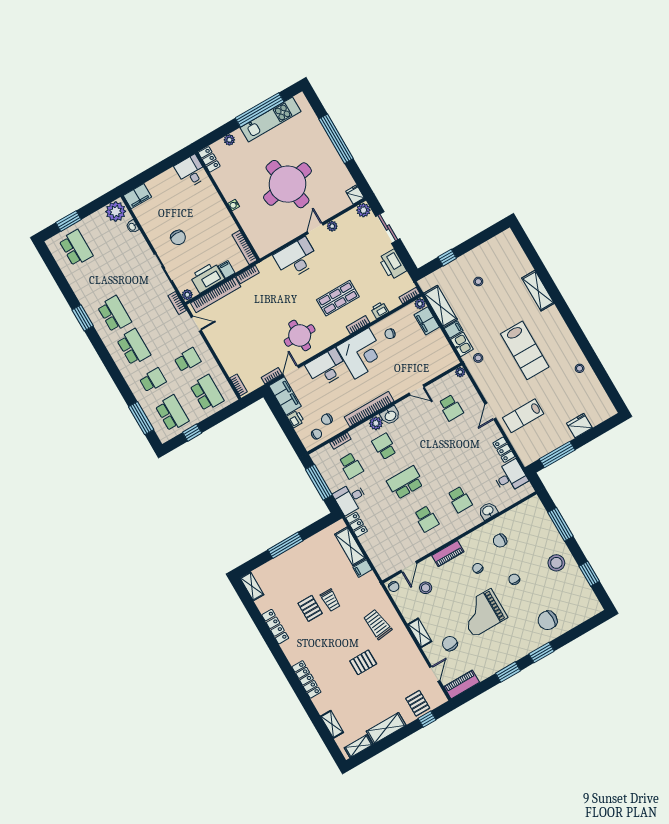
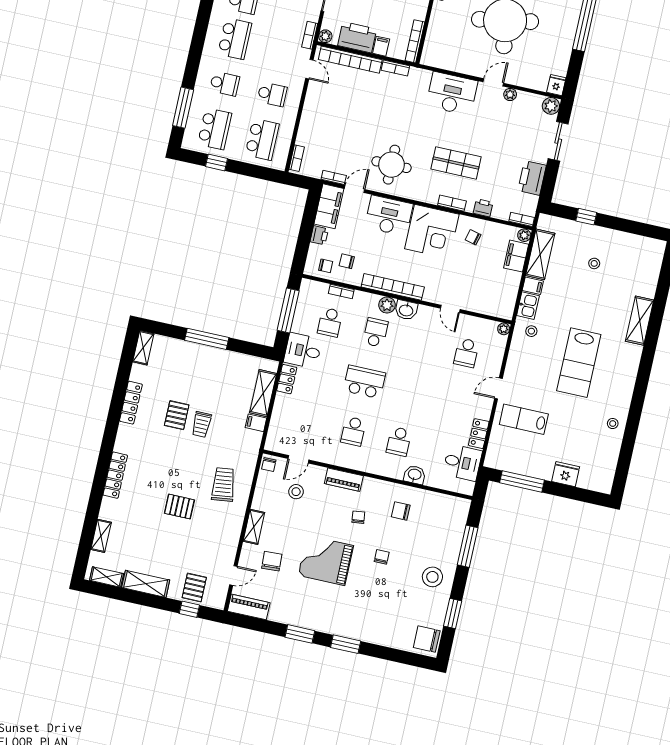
chair: (548, 620) -> (427, 639), moved

